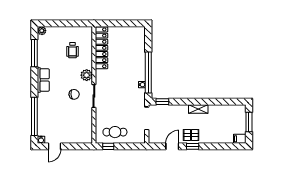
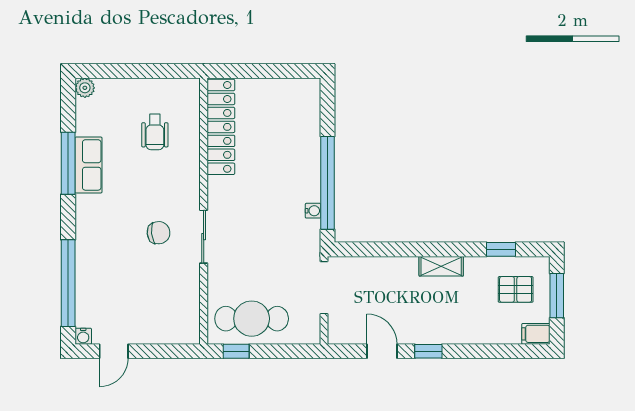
window: (34, 53) -> (68, 163), moved
plant: (87, 75) -> (187, 189), removed
row of seats: (43, 80) -> (88, 165), moved
window: (162, 102) -> (501, 249), moved
cafe table: (115, 132) -> (252, 319), width x1.37, depth x1.35
pallet: (191, 135) -> (516, 289), moved
door: (172, 146) -> (382, 351), hinge flipped

